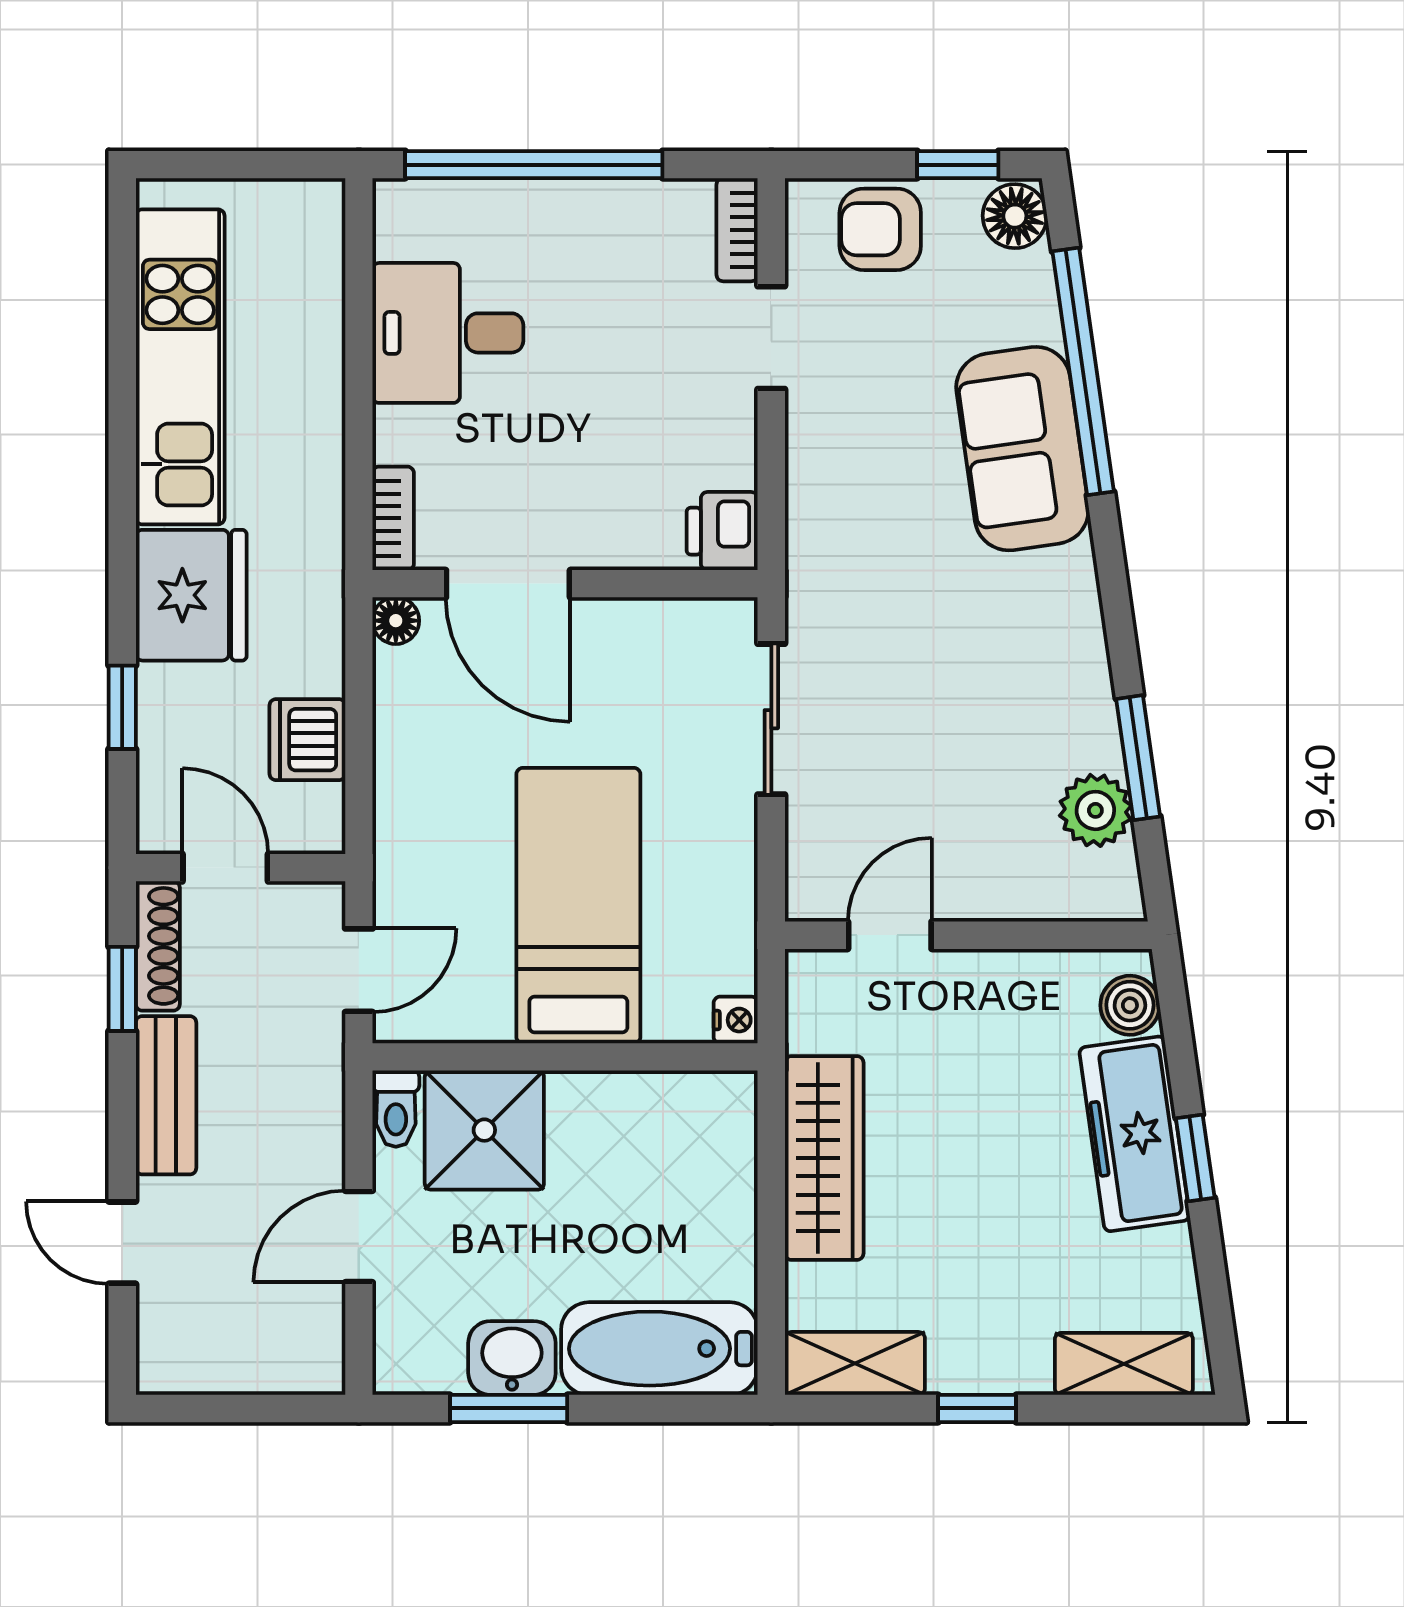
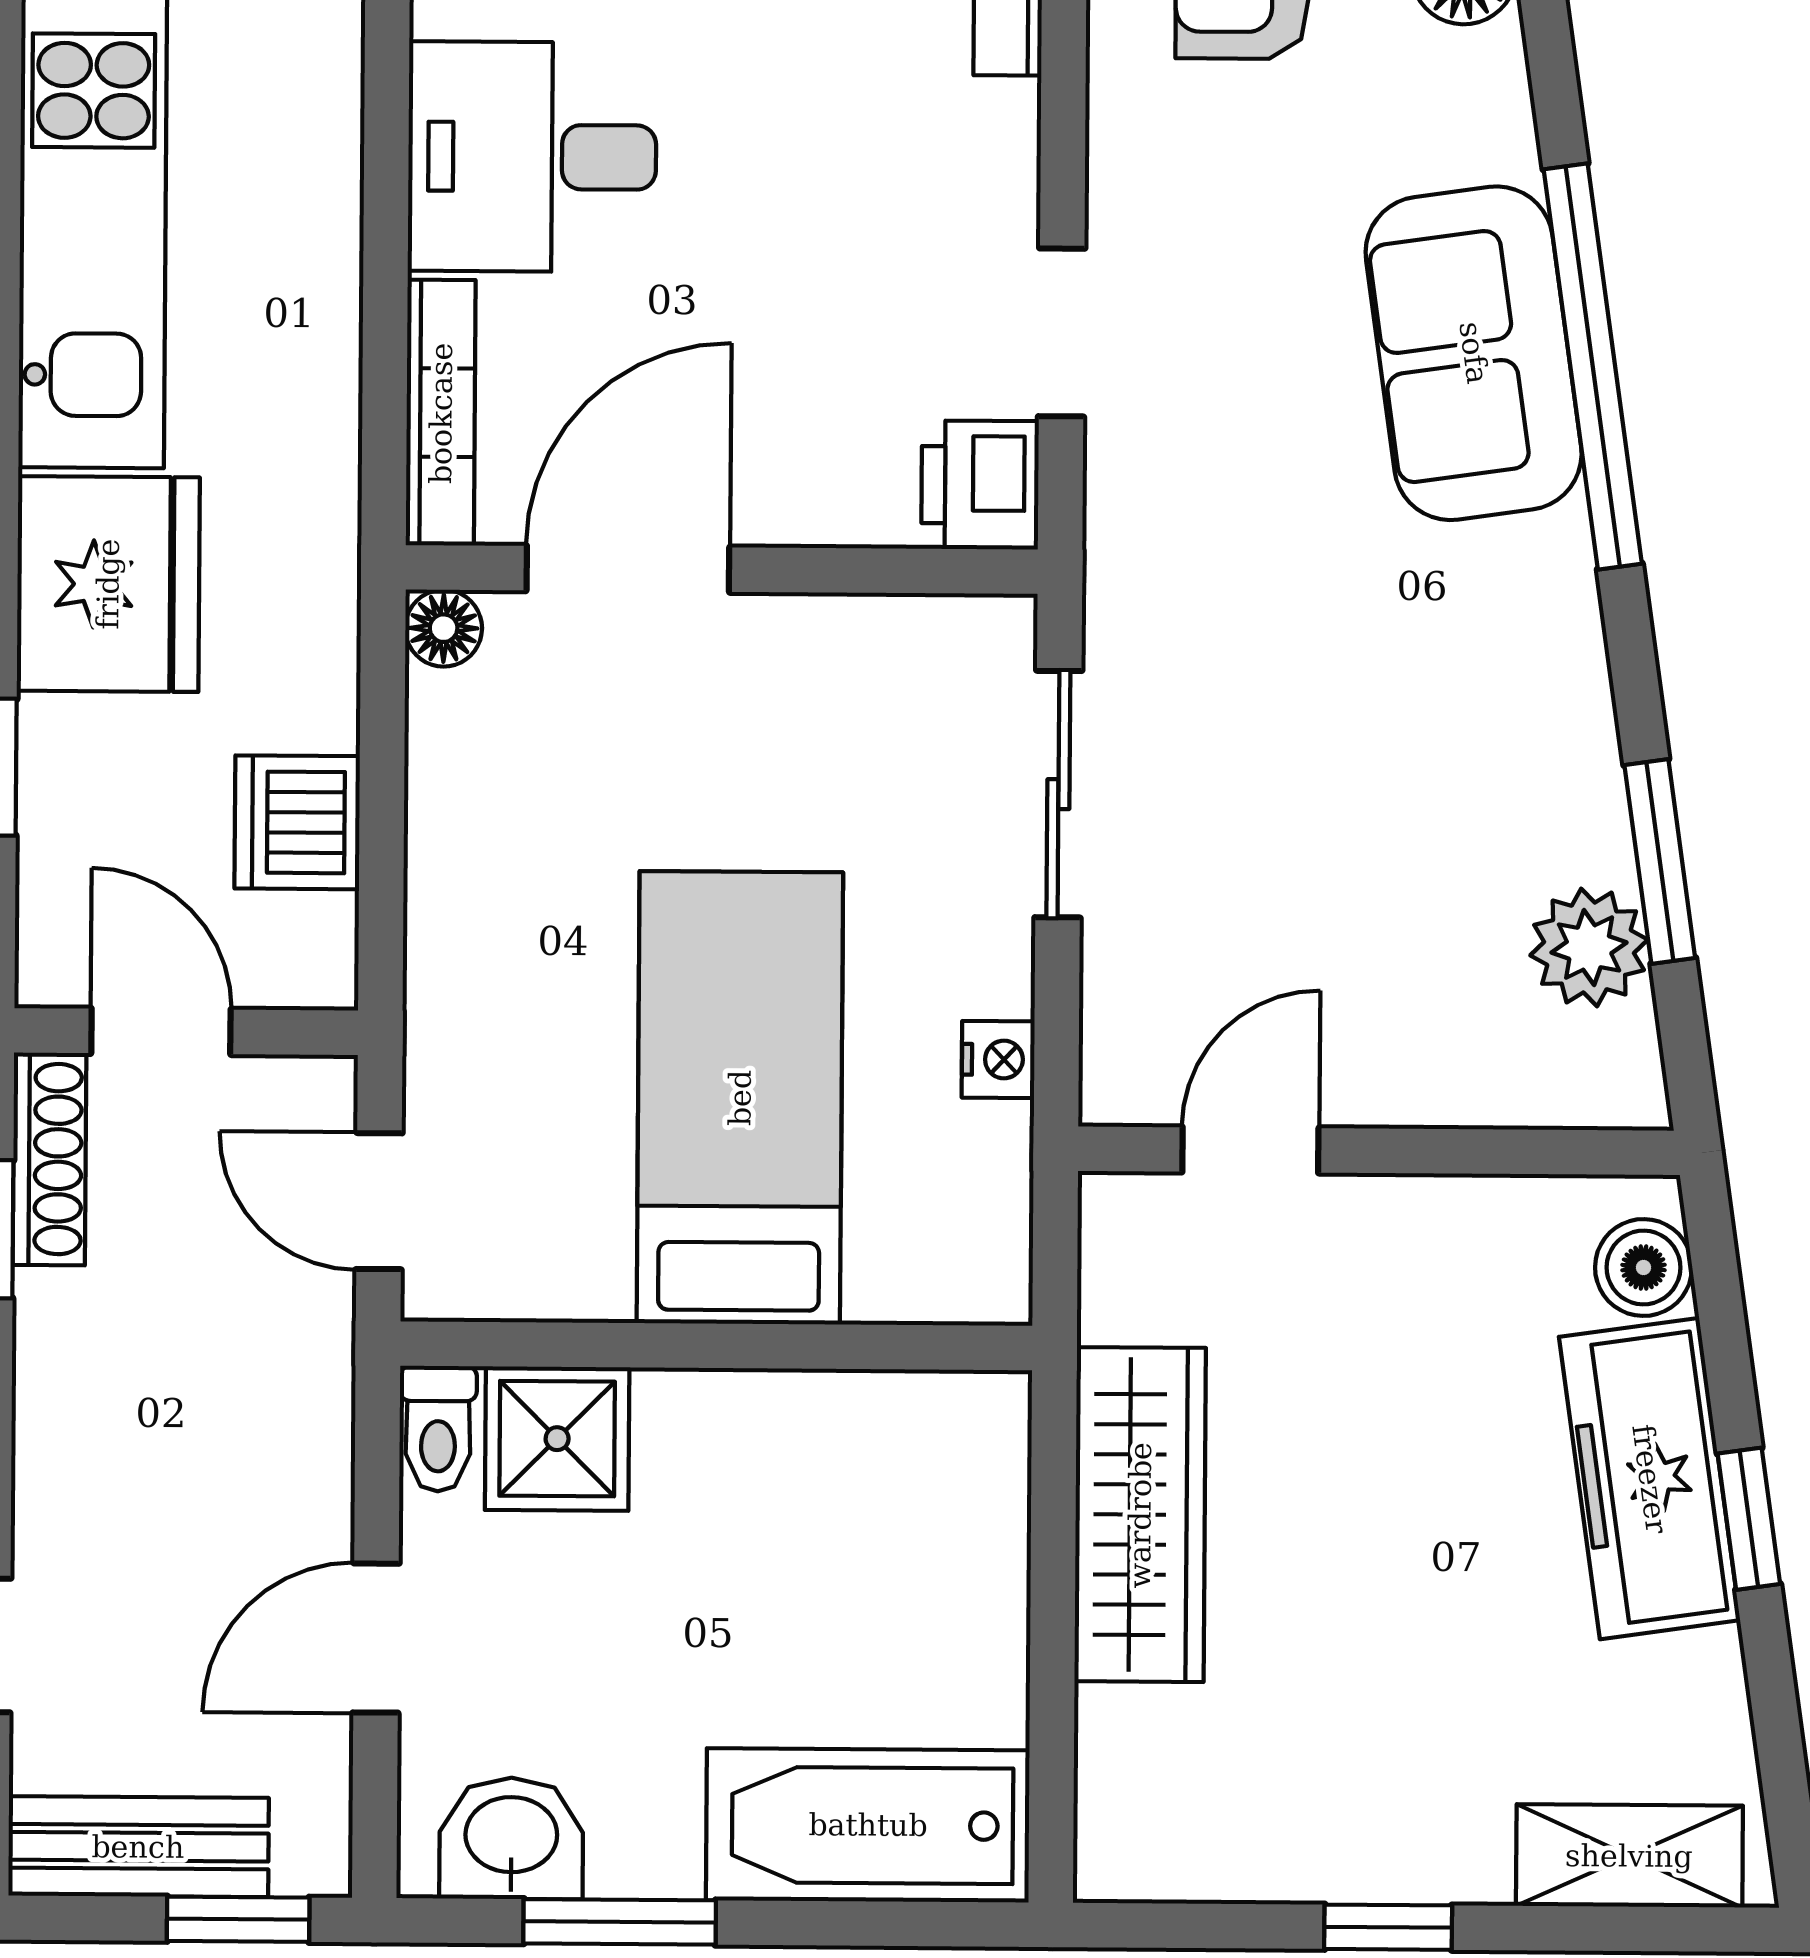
doorway: (771, 338) -> (1062, 332), moved
window: (1083, 371) -> (1593, 366), moved
bookcase: (393, 518) -> (441, 413), width x1.56
door: (508, 584) -> (628, 569), swing flipped
door: (359, 970) -> (379, 1201), swing flipped
nightstand: (736, 1020) -> (998, 1059), moved
bench: (166, 1095) -> (138, 1847), moved, turned 90
shower: (484, 1130) -> (557, 1439), width x0.73, depth x0.73
washbasin: (512, 1358) -> (511, 1838), moved
shelving: (855, 1363) -> (1188, 1852), removed
window: (276, 1408) -> (238, 1919), added

